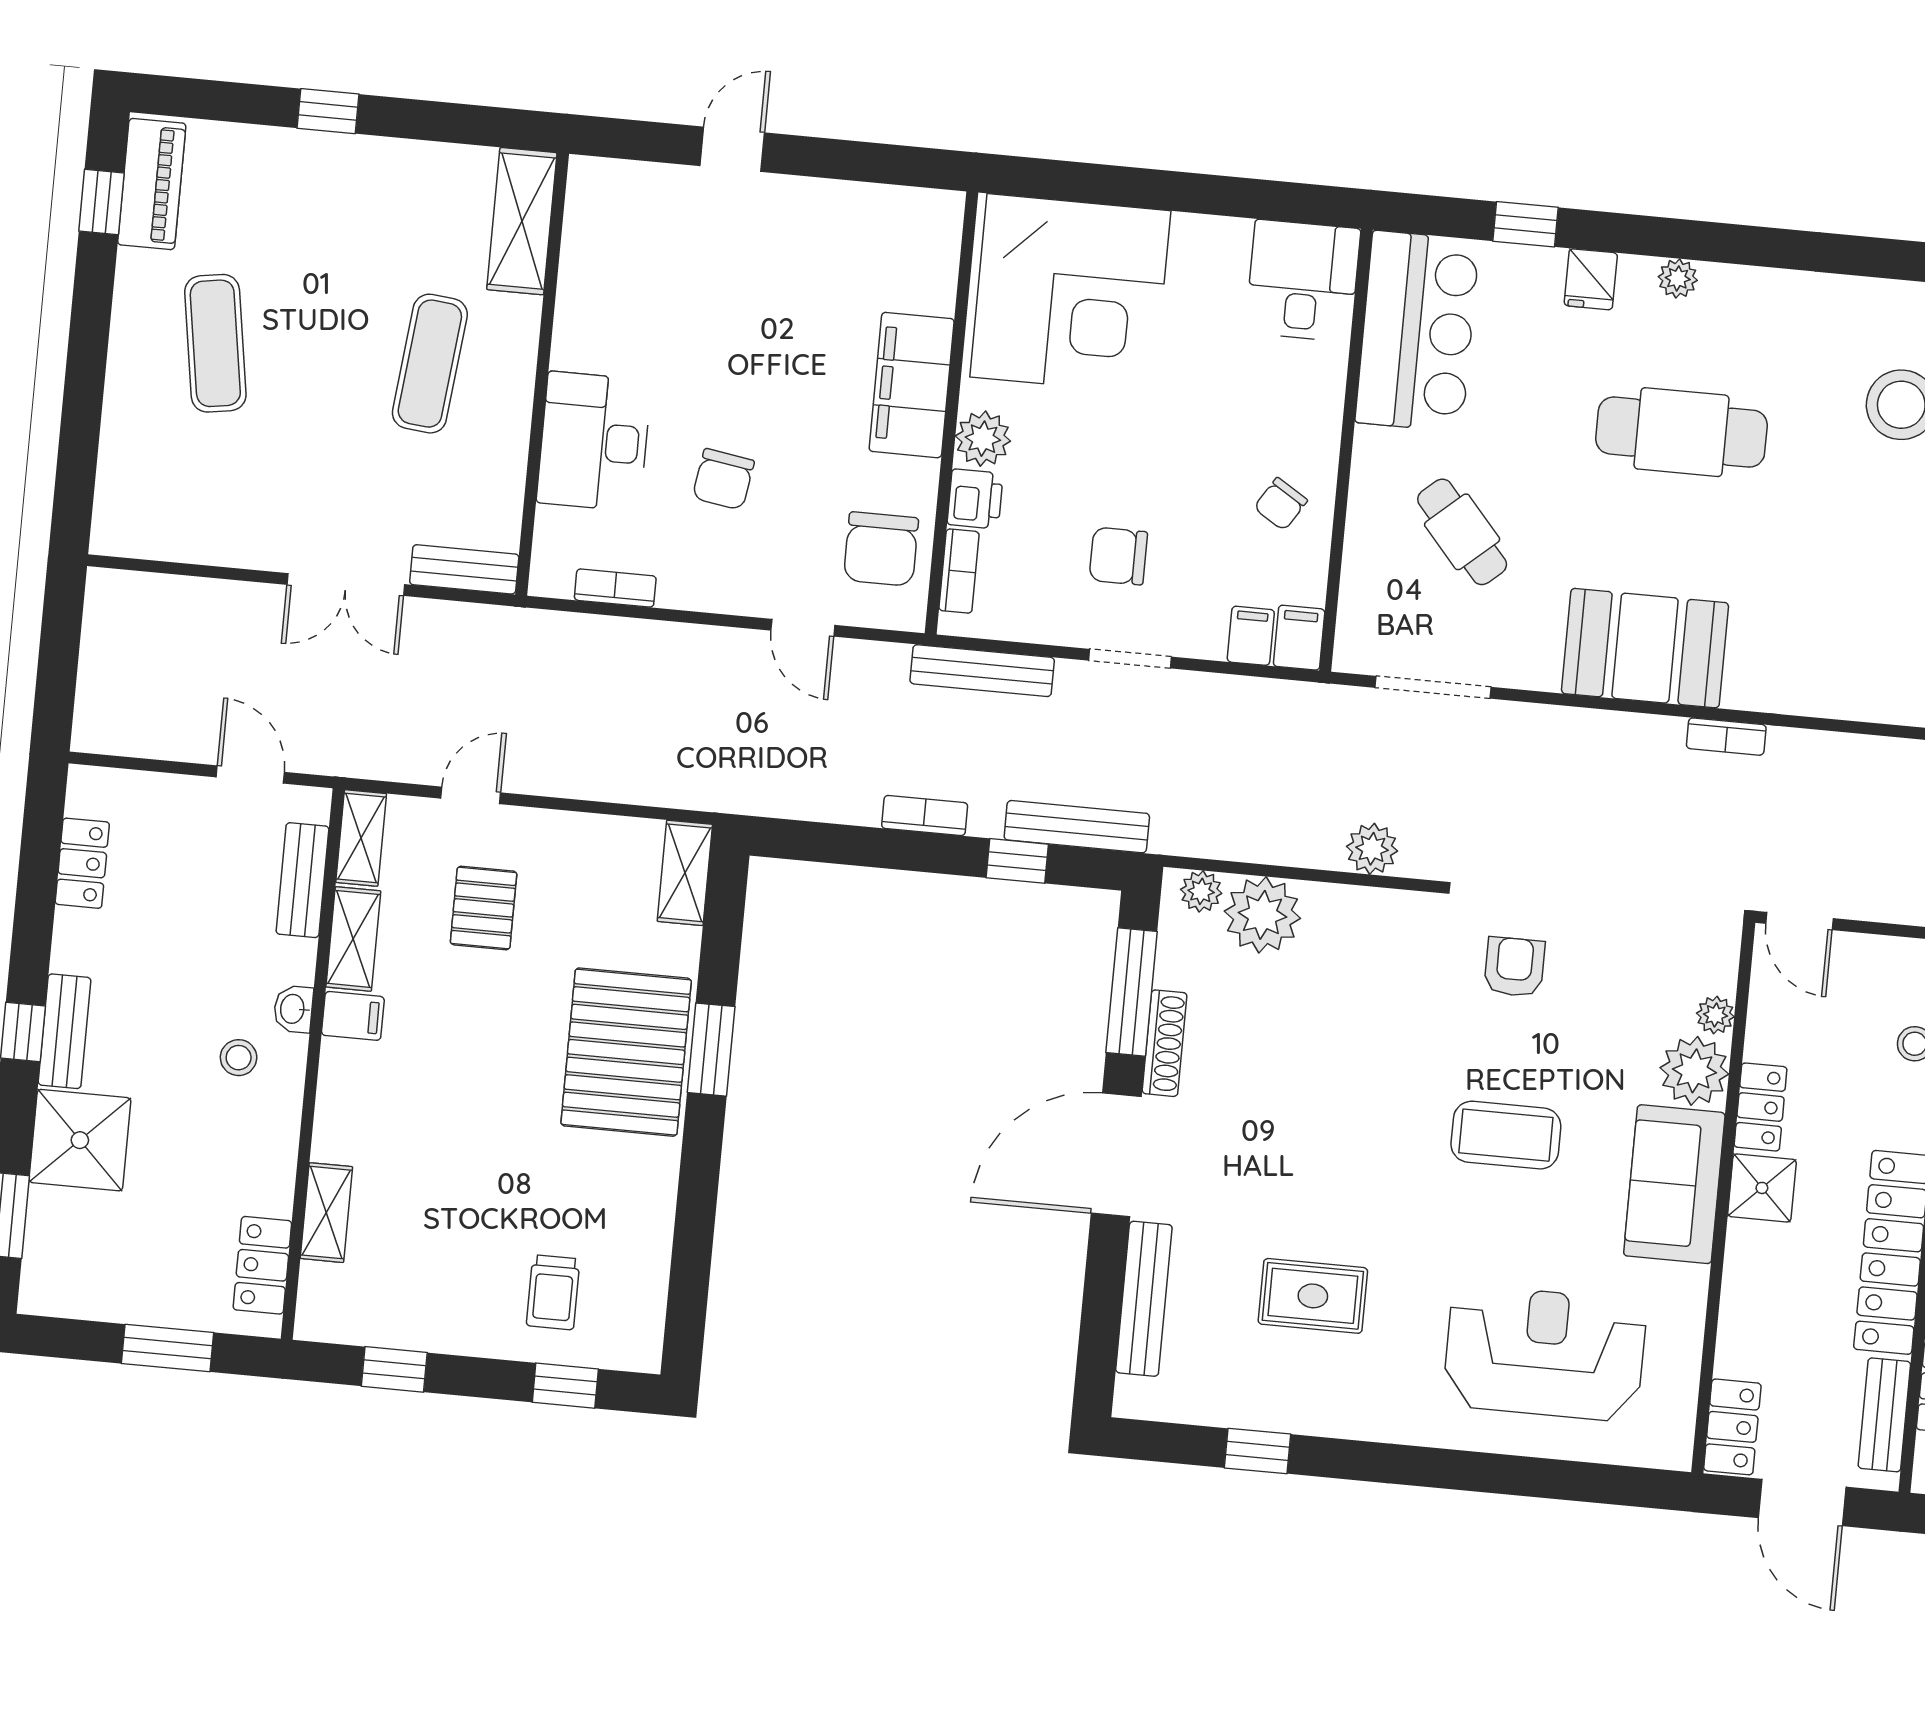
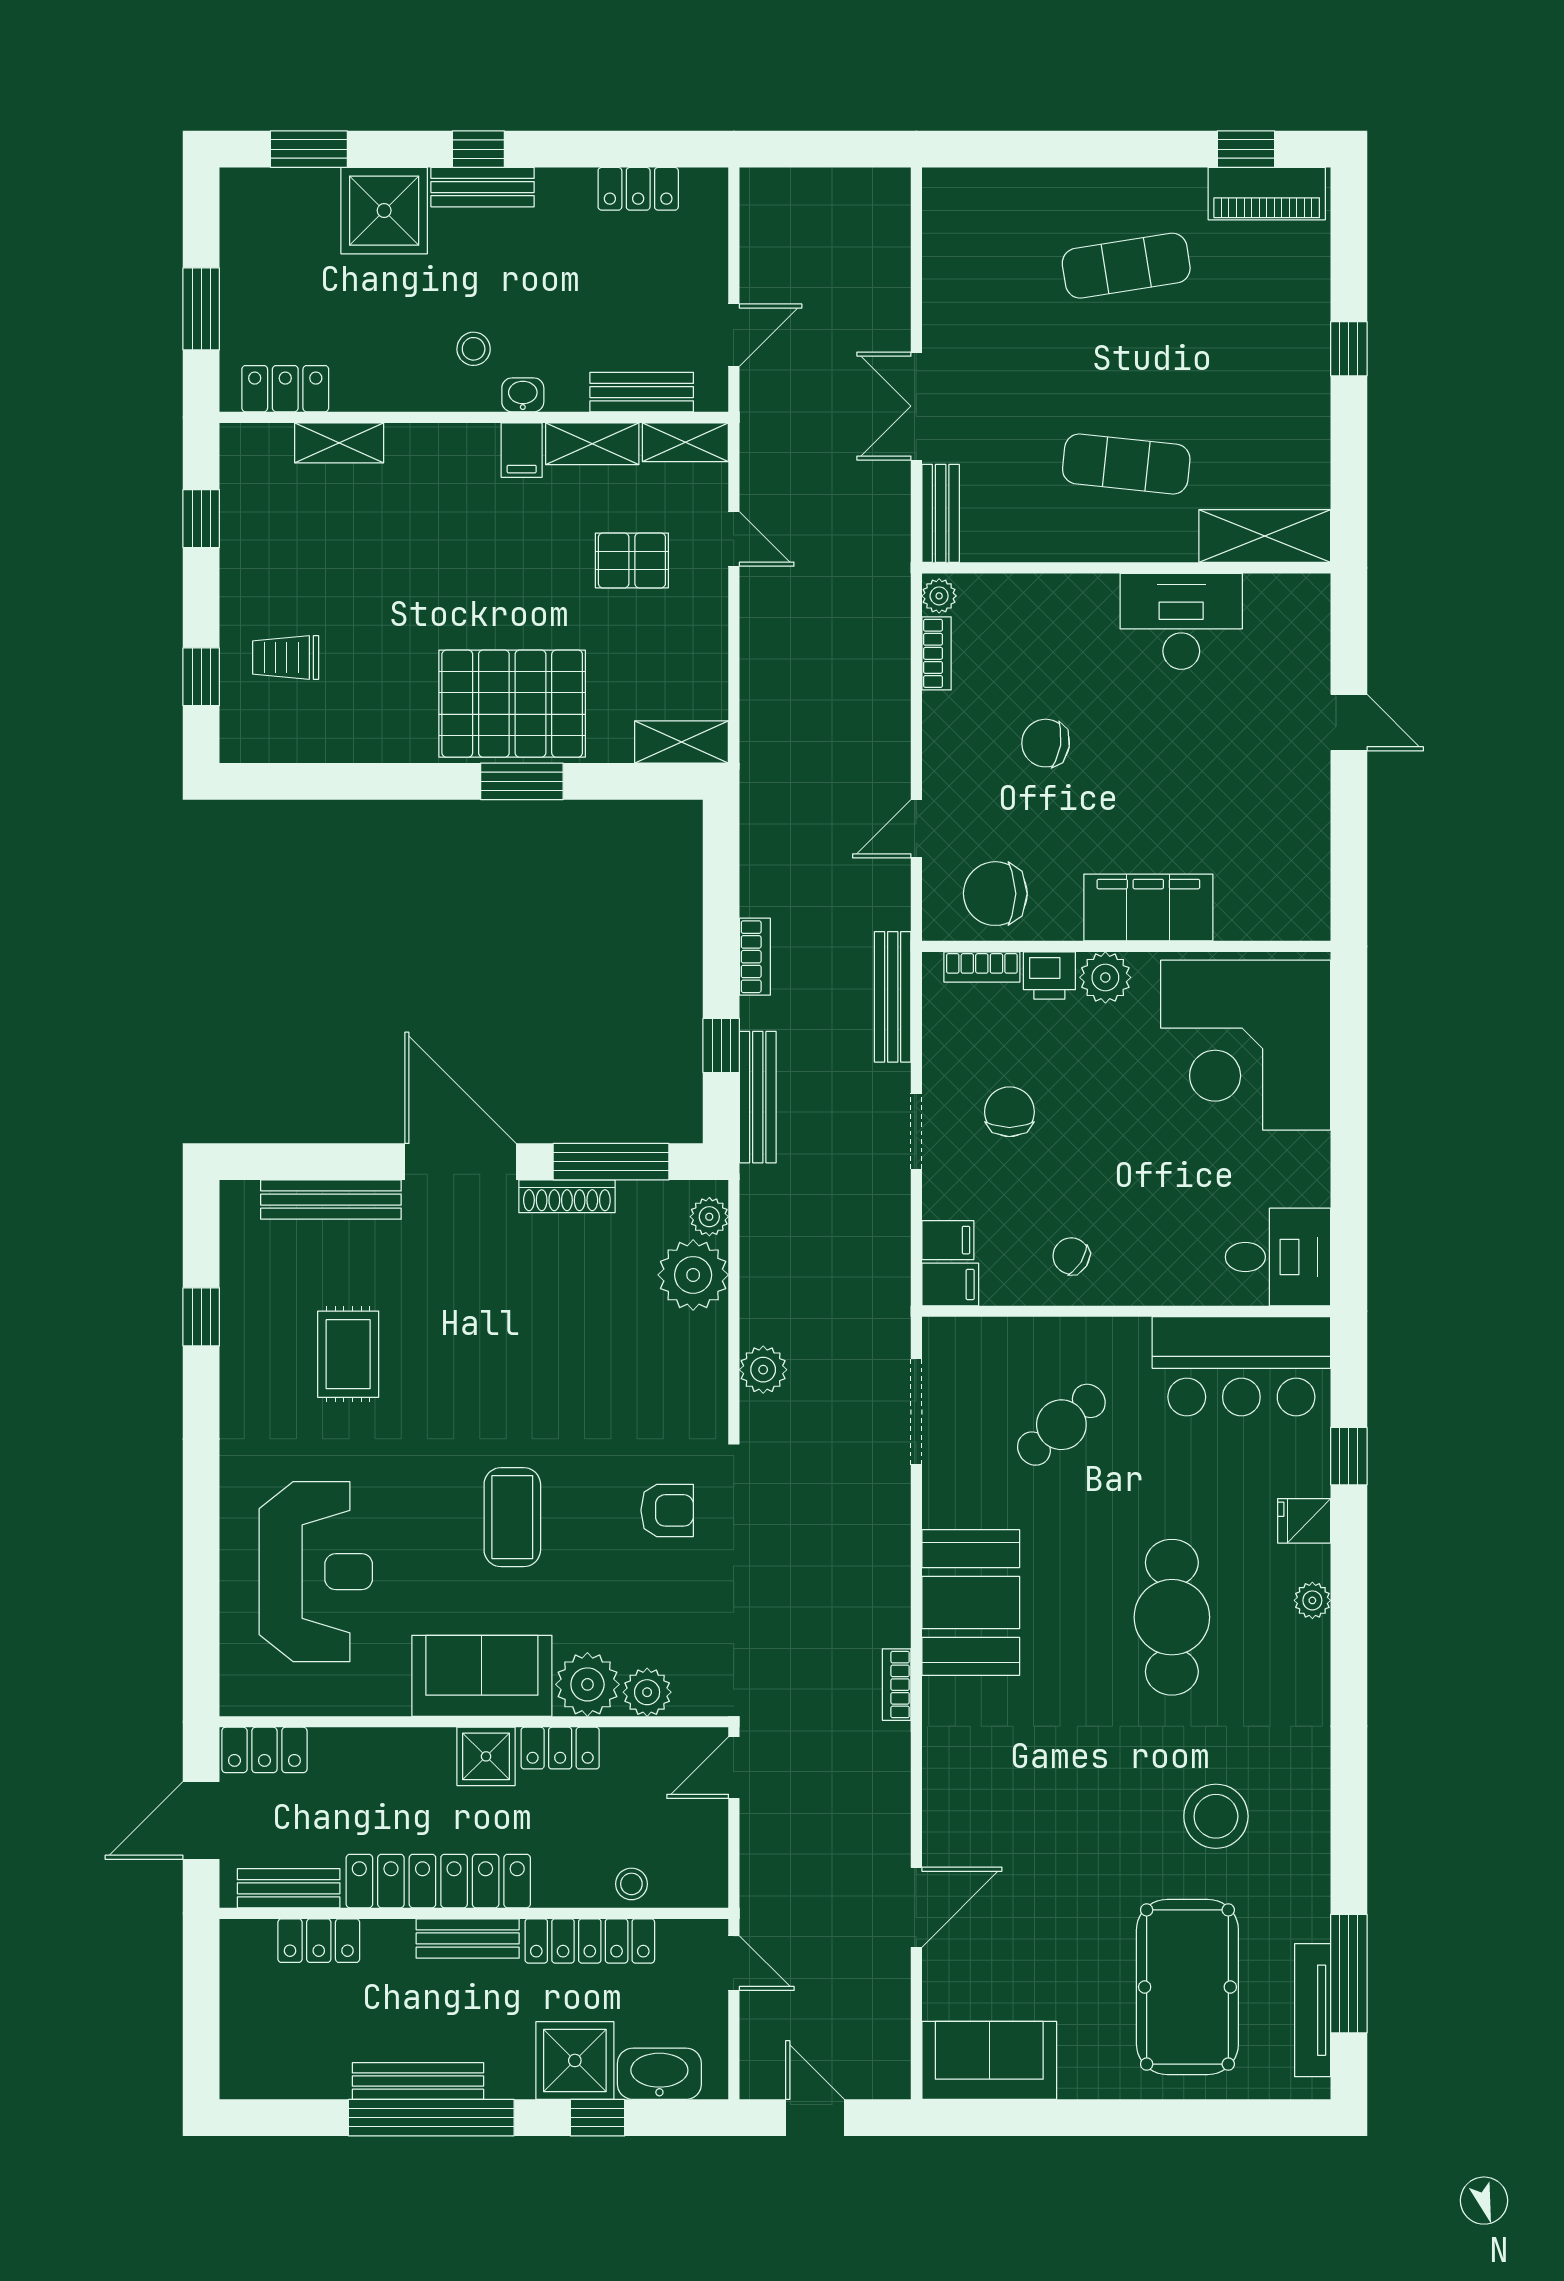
desk: (594, 441) -> (1181, 621), moved
plant: (553, 579) -> (939, 596), added
plant: (1715, 1015) -> (647, 1692), width x1.38, depth x1.38

